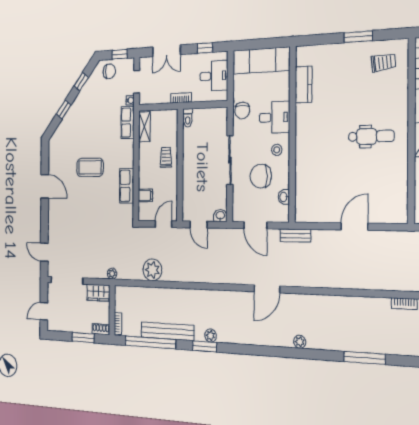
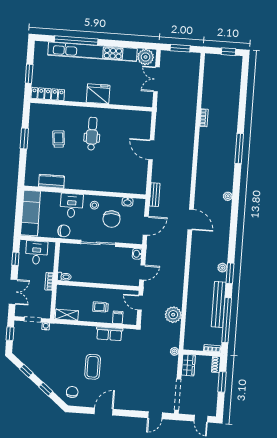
trolley: (383, 62) -> (59, 139), moved
chair: (109, 71) -> (72, 392), moved
row of seats: (128, 122) -> (62, 330), removed
trolley: (166, 157) -> (100, 307), moved

